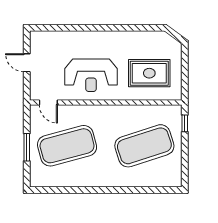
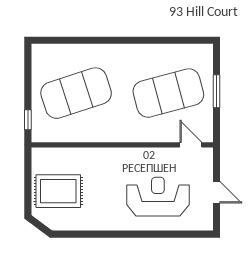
rug: (149, 73) -> (58, 191), moved
reception desk: (91, 75) -> (158, 197), moved

